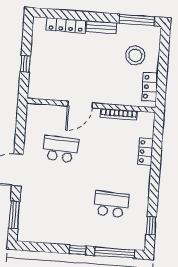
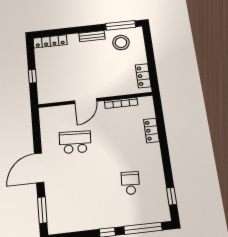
locker: (66, 25) -> (50, 41), moved
stool: (135, 55) -> (121, 43), moved
school desk: (111, 204) -> (130, 183), width x0.54

